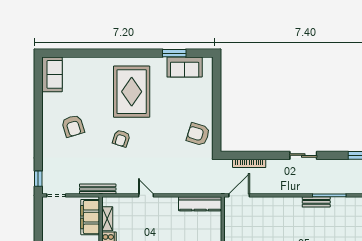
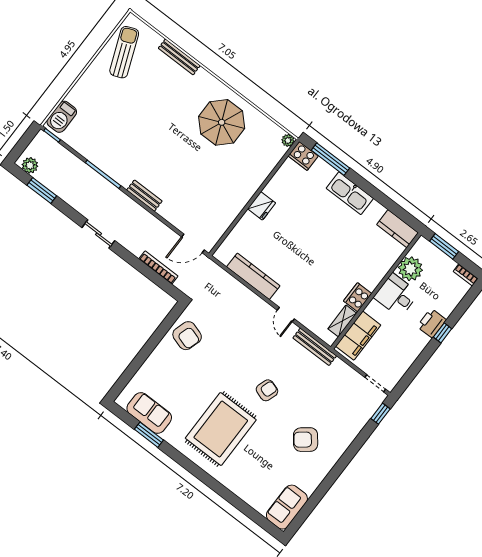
armchair: (73, 126) -> (306, 440), turned -111
bench: (98, 189) -> (315, 347), moved
bench: (316, 202) -> (144, 196), moved
kitchen counter: (200, 204) -> (253, 276), moved

